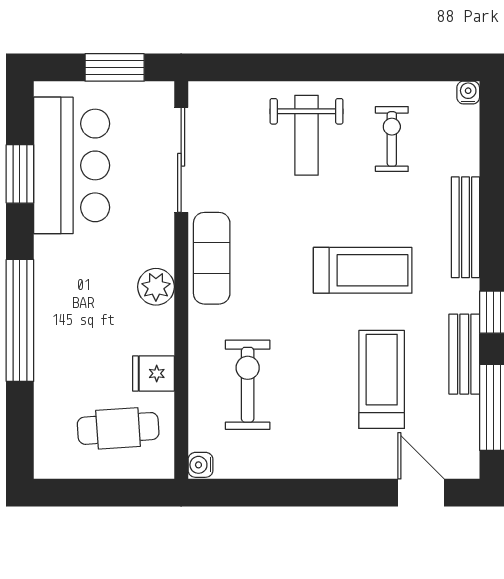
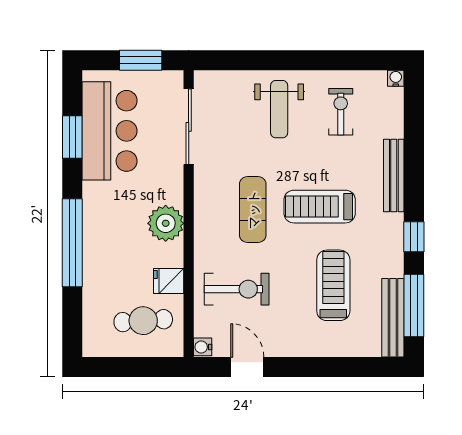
exercise mat: (212, 258) -> (253, 210), moved
treadmill: (363, 270) -> (320, 207), turned 180
plant: (156, 287) -> (166, 223), width x1.36, depth x1.36
bench: (464, 354) -> (393, 318), moved, width x1.36
exercise bike: (248, 385) -> (237, 289), turned 90
door: (421, 493) -> (247, 367), moved

